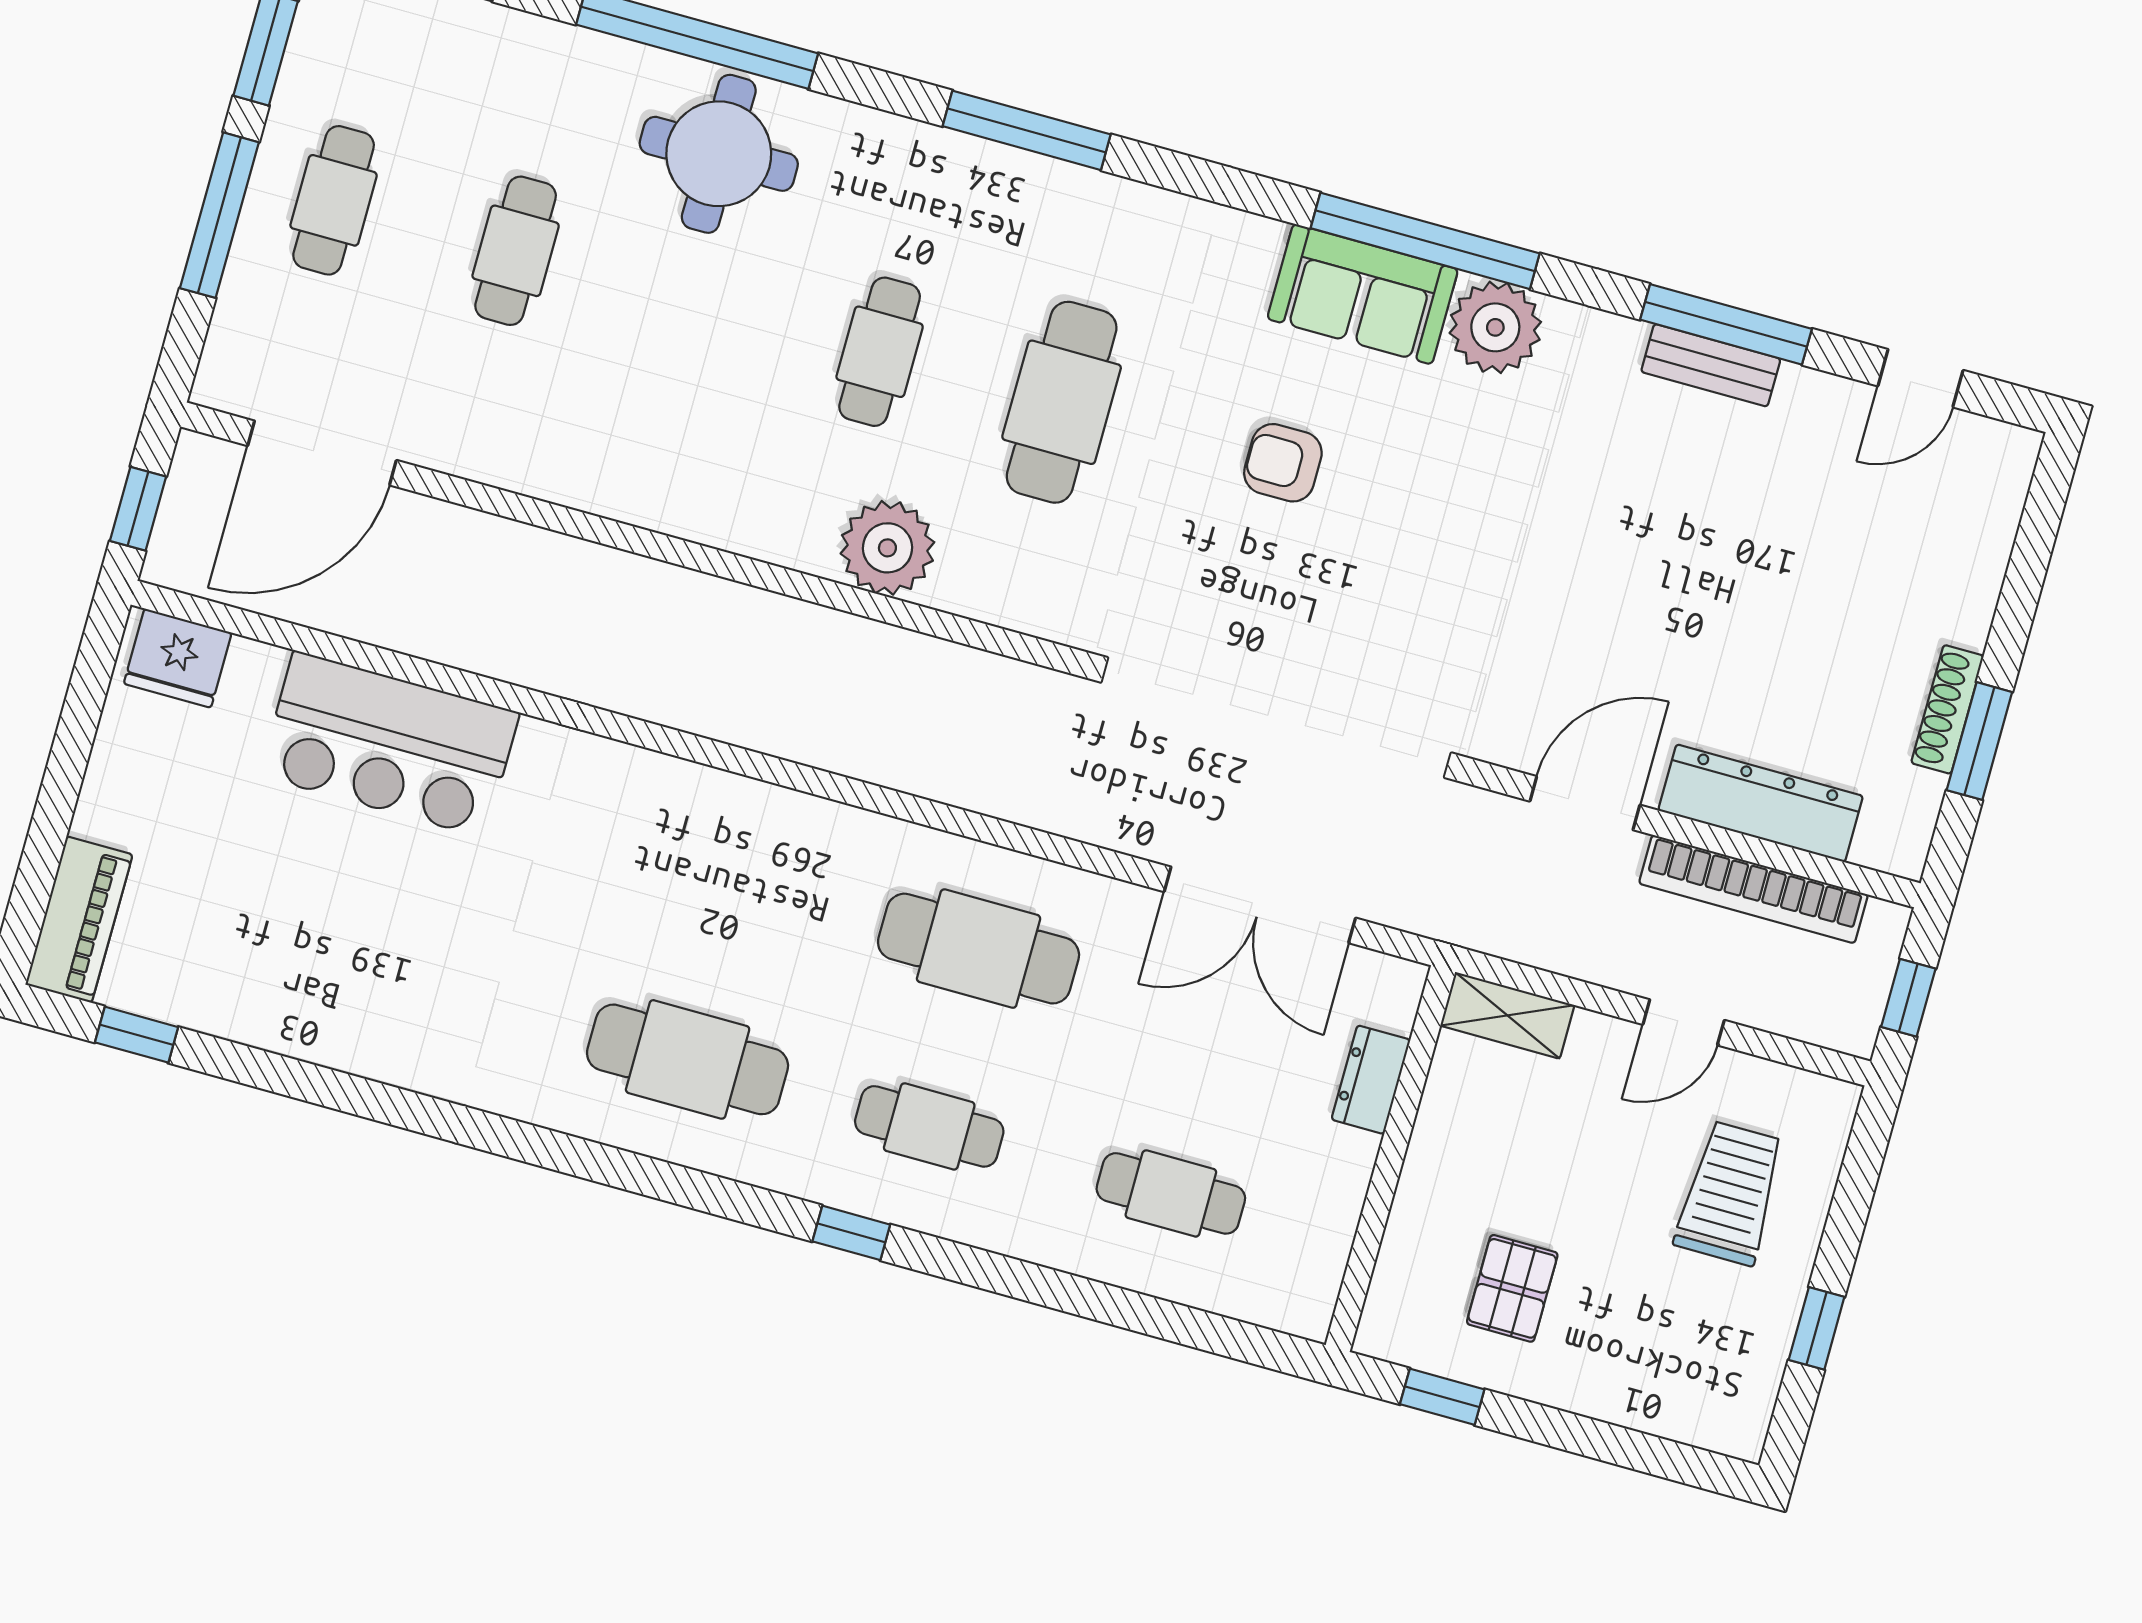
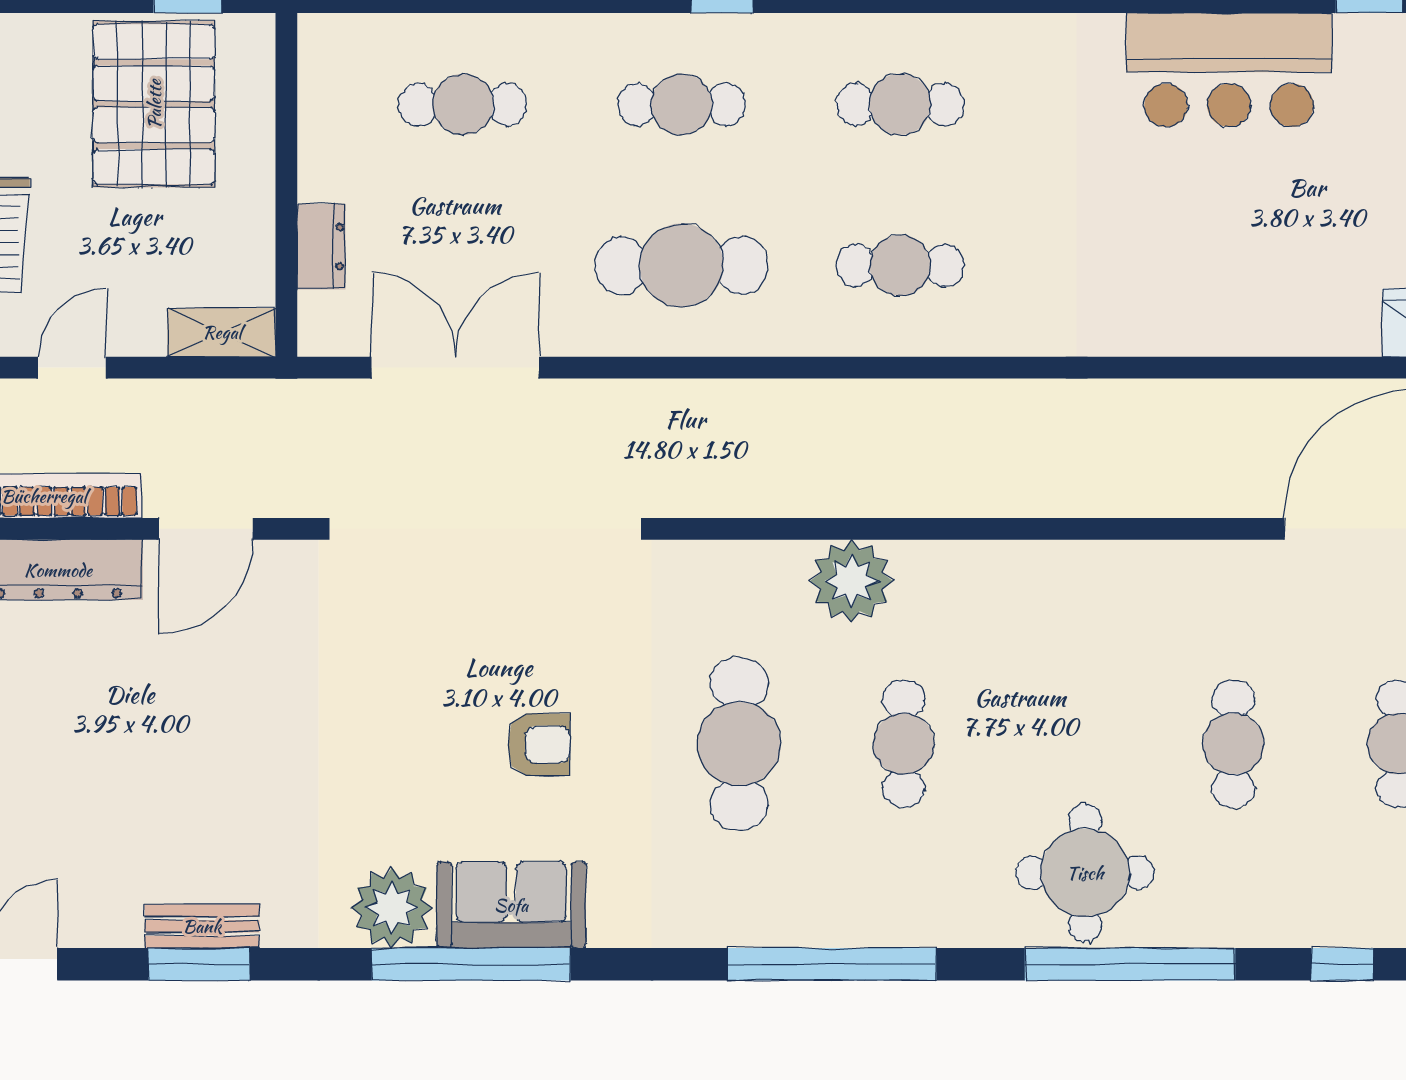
window: (1027, 130) -> (832, 964), width x1.46
window: (1726, 324) -> (199, 964), width x0.69
bar counter: (389, 744) -> (1229, 70), moved, turned 180
cafe table: (737, 882) -> (900, 265), added
cafe table: (688, 1059) -> (900, 104), width x0.73, depth x0.74
pallet: (1512, 1288) -> (154, 104), width x2.05, depth x2.00

